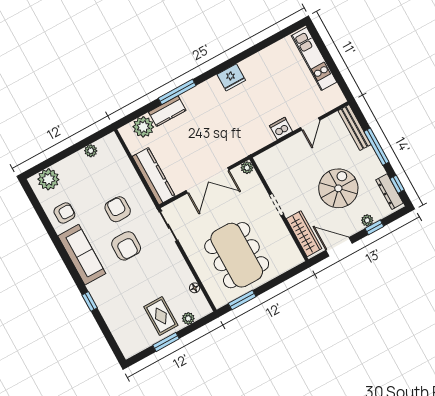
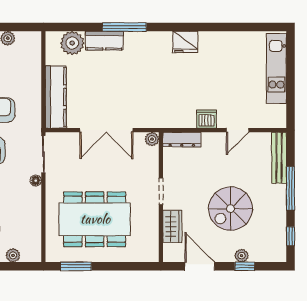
spiral stairs: (338, 188) -> (230, 209), turned 180
dresser: (389, 192) -> (182, 140), moved, turned -90
wardrobe: (304, 234) -> (172, 226), width x0.67
dining table: (237, 255) -> (95, 219), turned 90
floor lamp: (195, 288) -> (36, 181), moved

